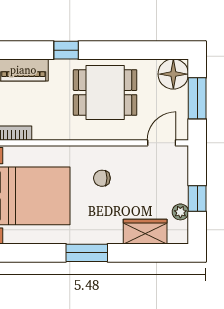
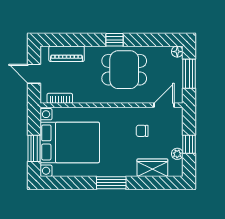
window: (66, 50) -> (114, 40), moved
floor lamp: (173, 74) -> (177, 52), width x0.53, depth x0.53
chair: (102, 178) -> (142, 131), moved

